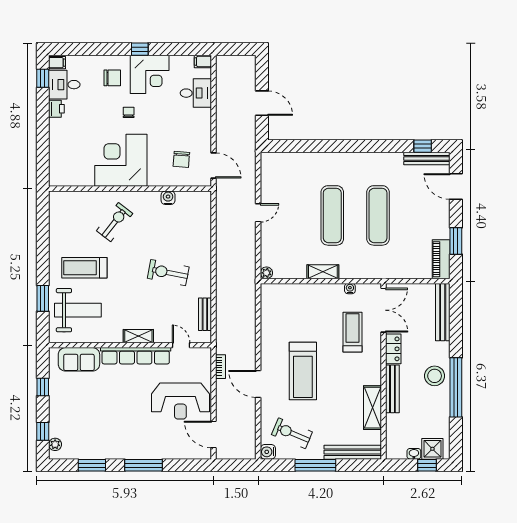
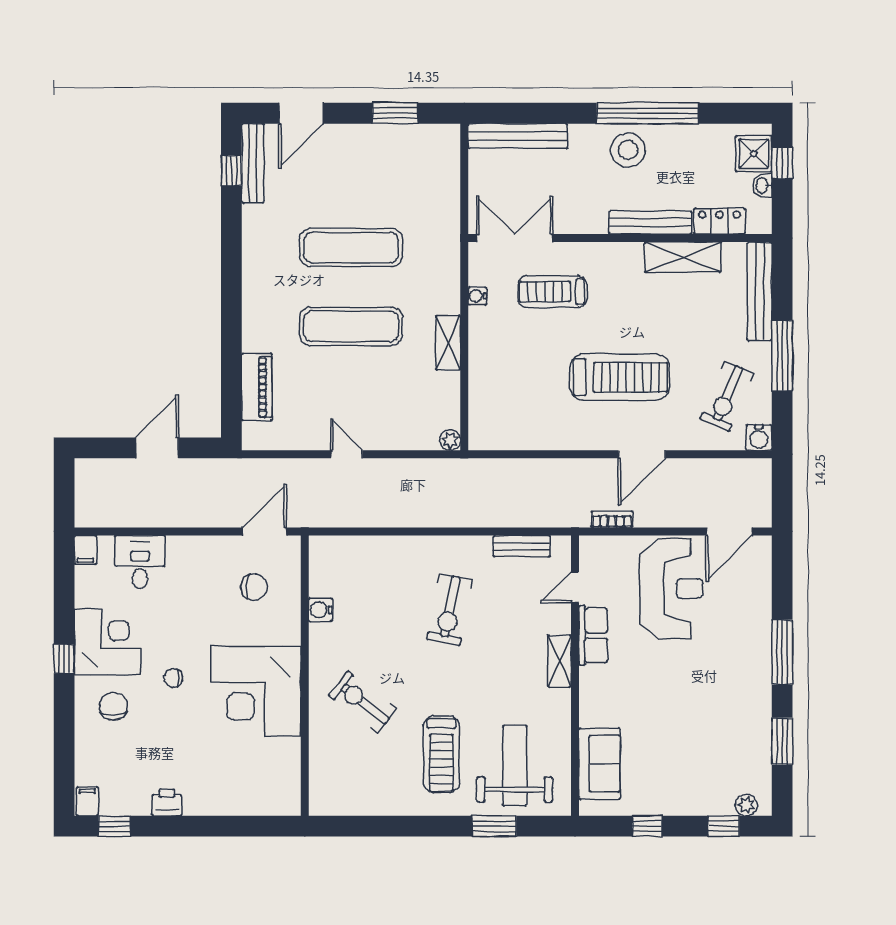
desk: (64, 85) -> (125, 789), removed
piano: (441, 259) -> (257, 387), moved, turned -90
locker: (393, 349) -> (720, 221), moved
row of seats: (136, 356) -> (593, 635), width x0.50

